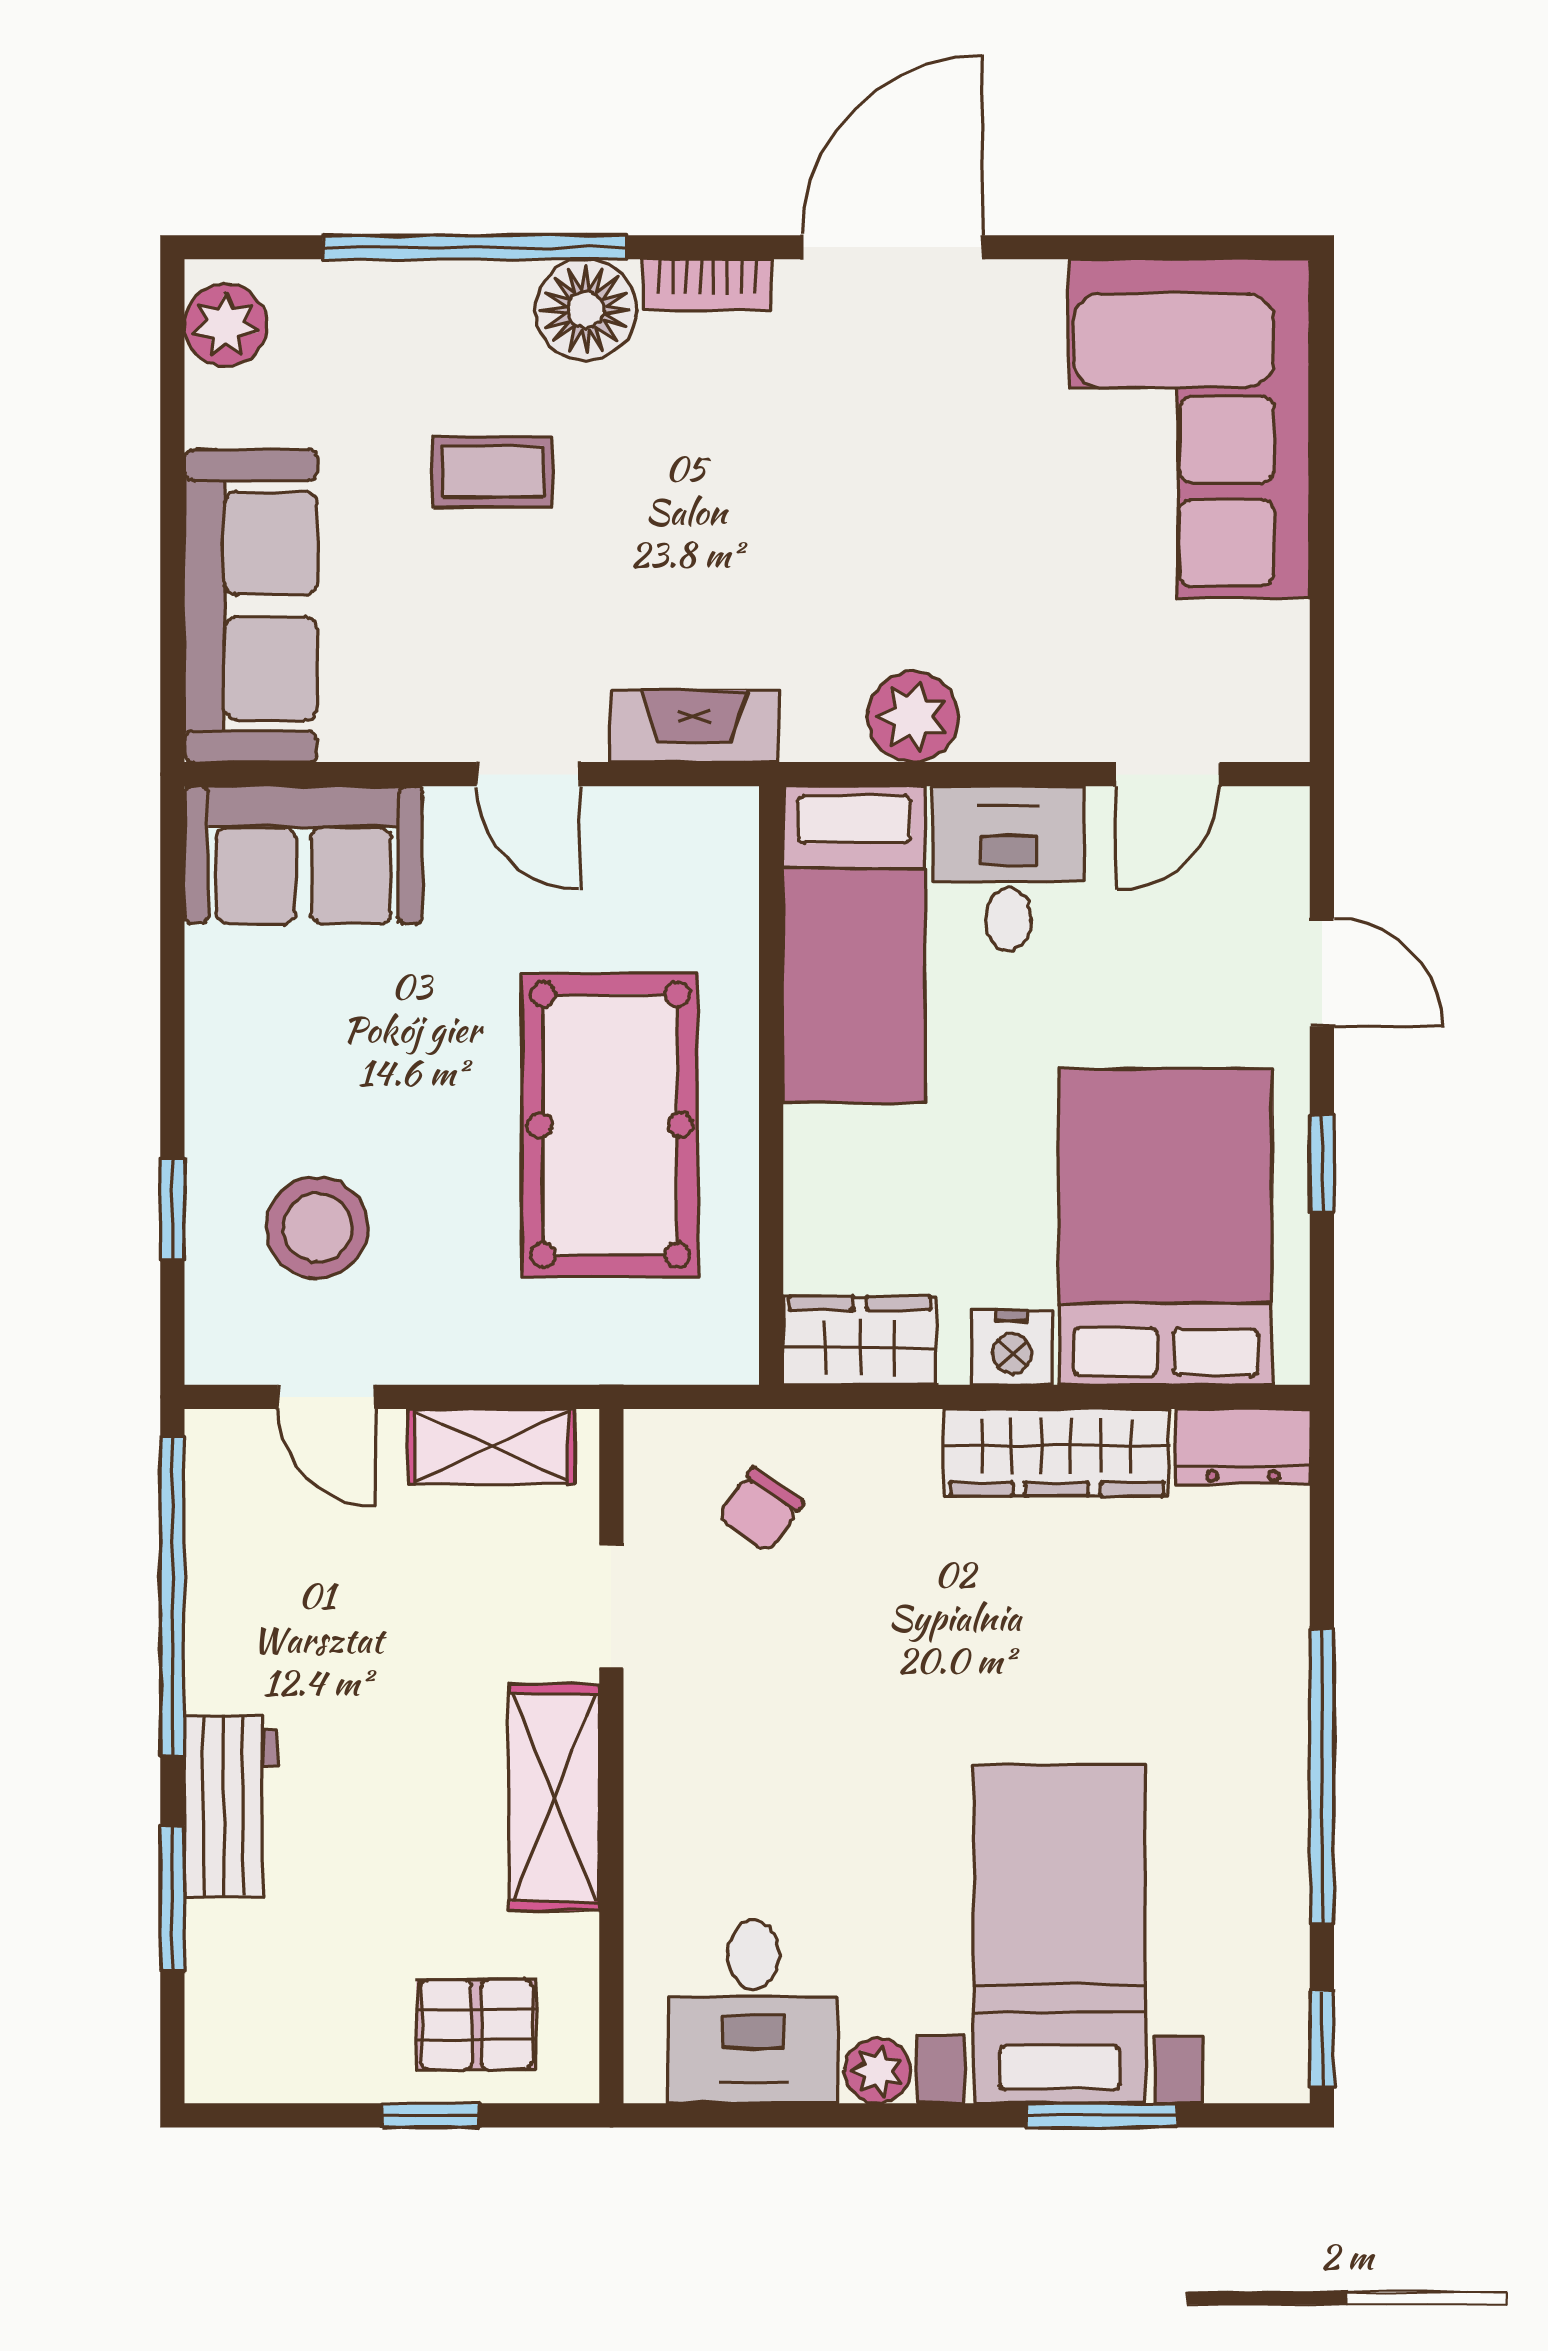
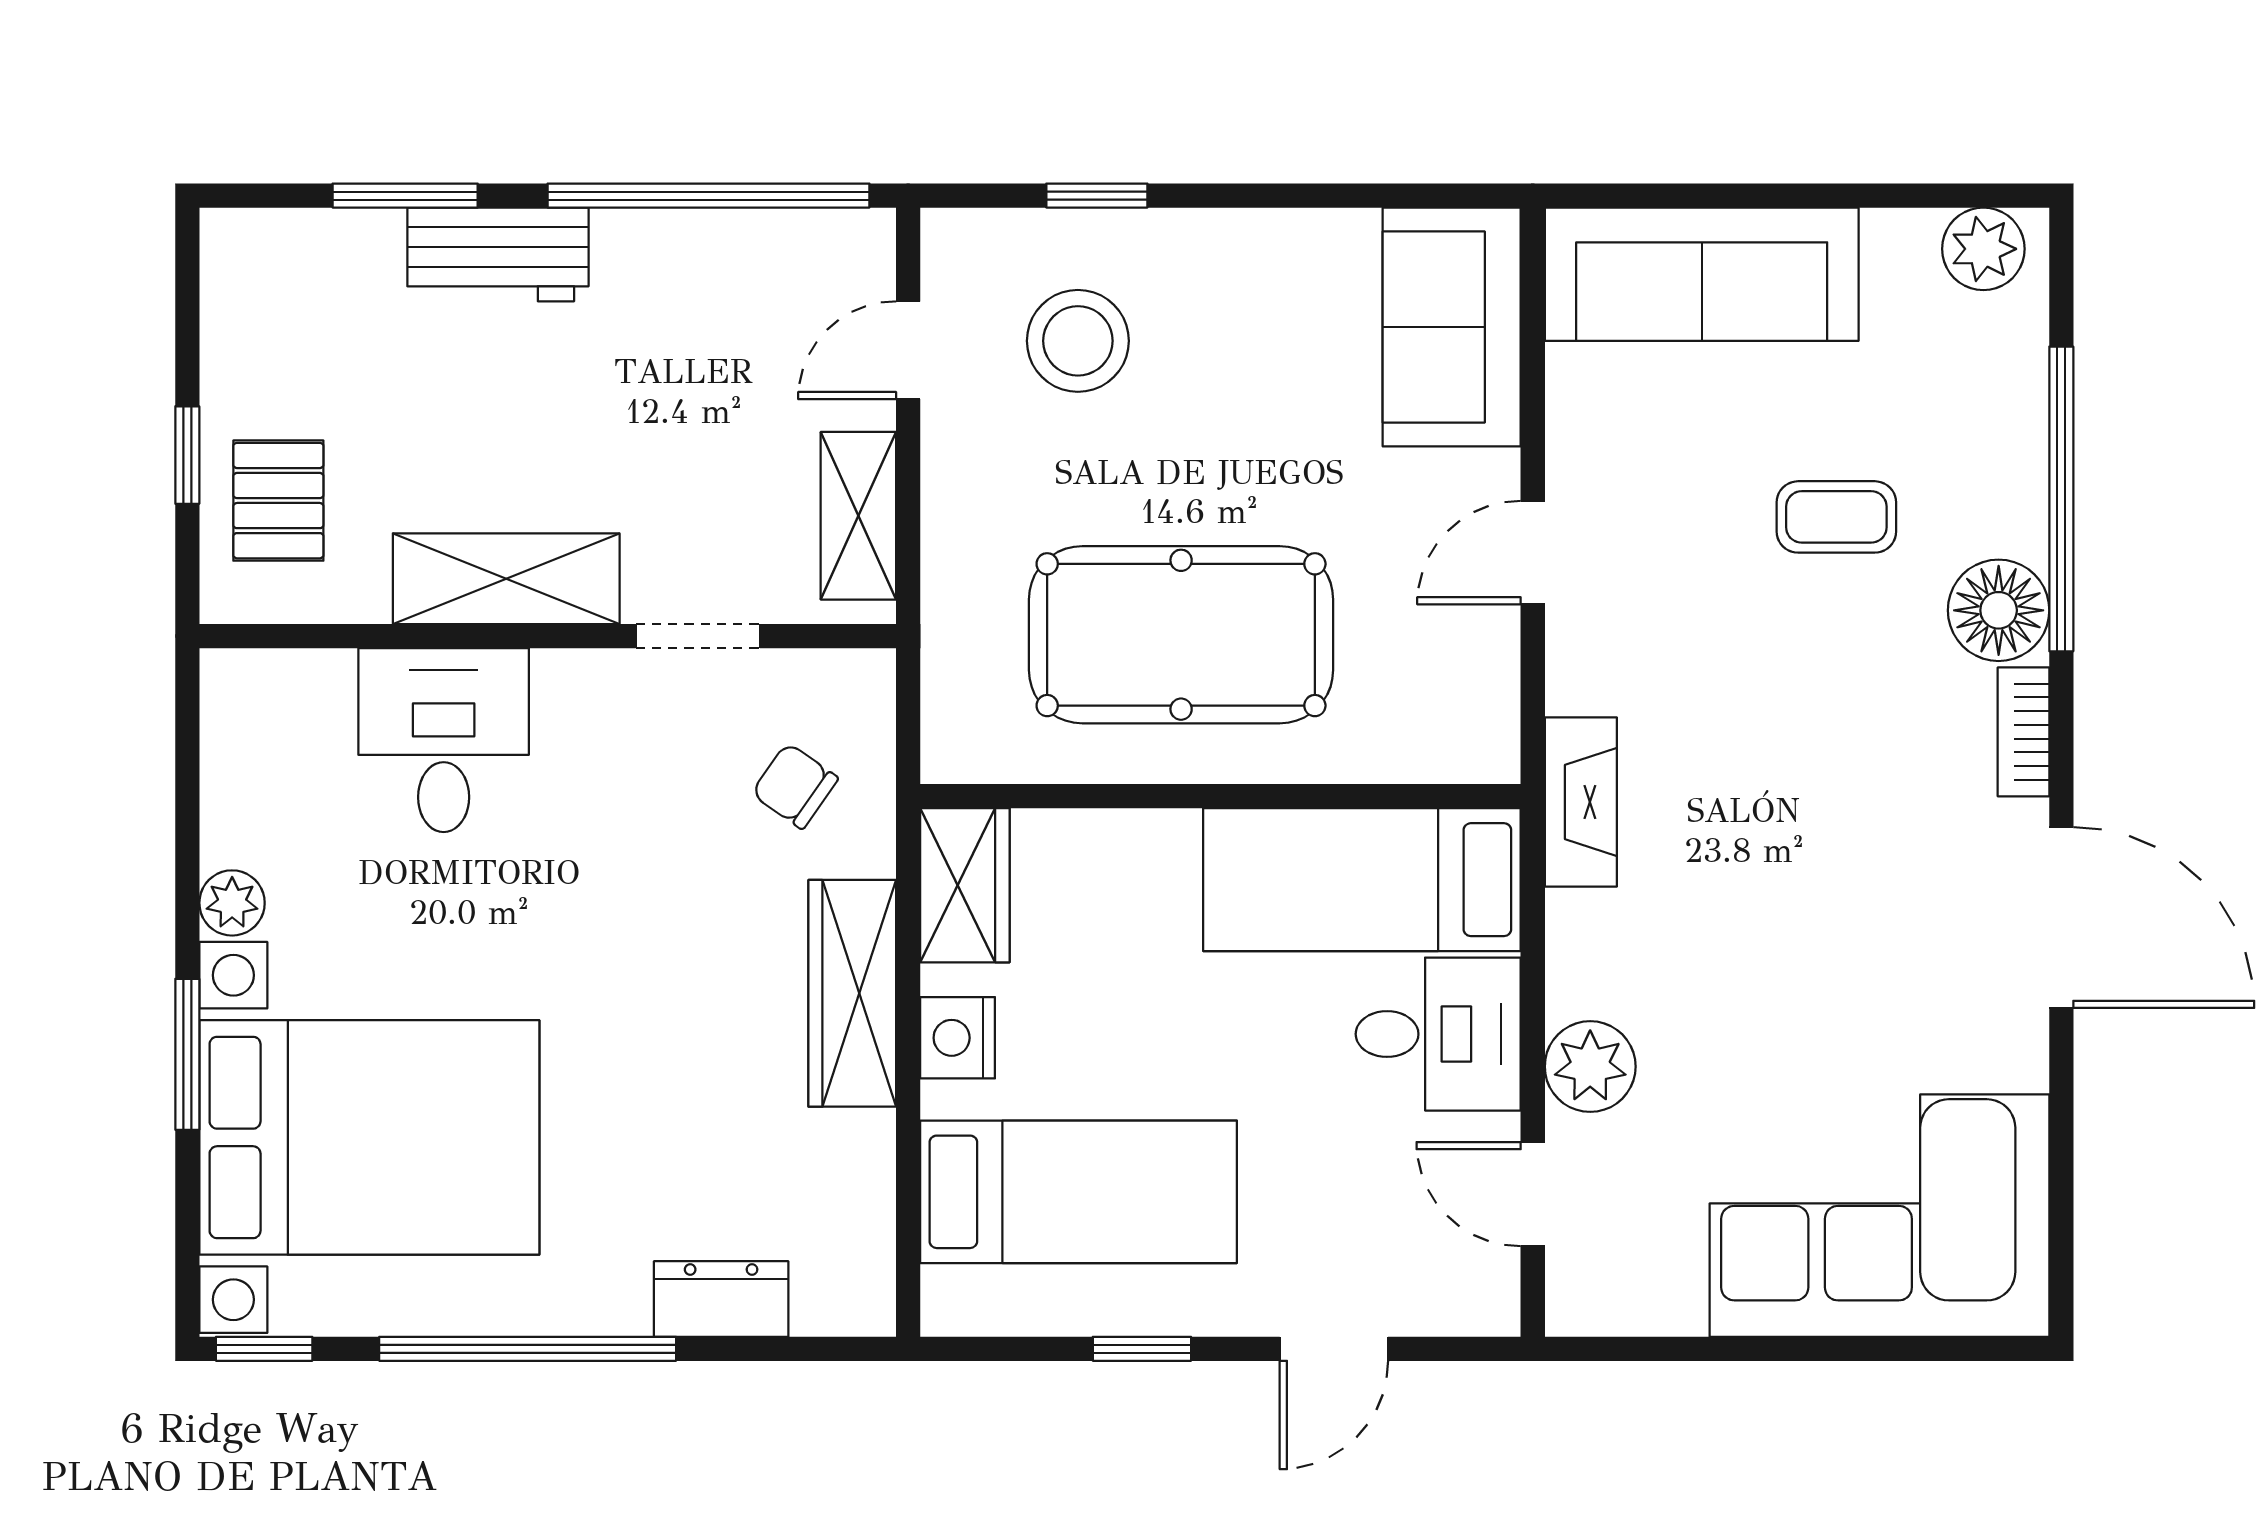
coffee table: (493, 471) -> (1836, 517), turned 90
plant: (913, 717) -> (1590, 1067), moved
fireplace: (694, 726) -> (1581, 802), moved
bed: (1165, 1227) -> (1078, 1192), width x0.67
dresser: (1243, 1447) -> (721, 1299), moved, turned 90
wardrobe: (1057, 1453) -> (852, 993), moved
bed with nightstands: (1060, 1934) -> (369, 1137), width x1.36
desk: (754, 2012) -> (444, 740), moved, turned 90
window: (1102, 2115) -> (187, 1054), moved

